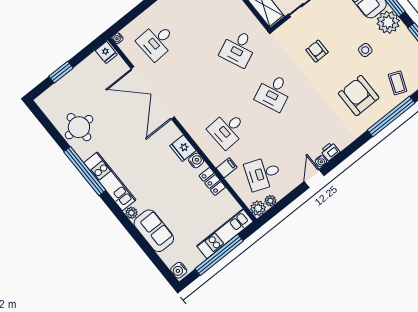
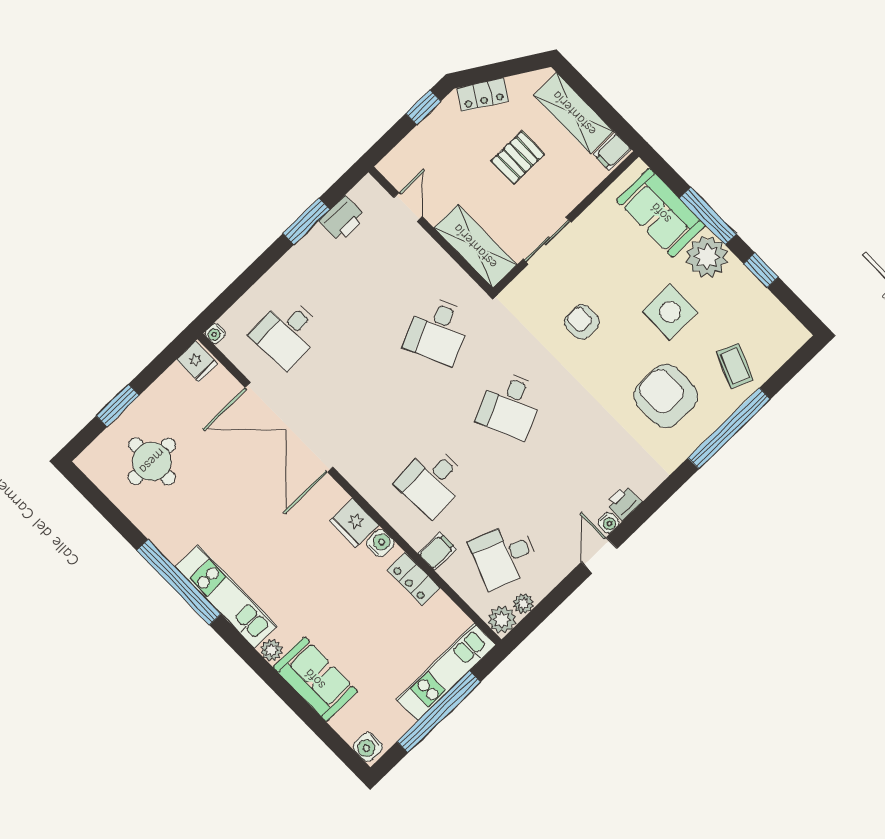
side table: (365, 50) -> (670, 312), width x1.87, depth x1.87
round table: (79, 127) -> (152, 461), moved

